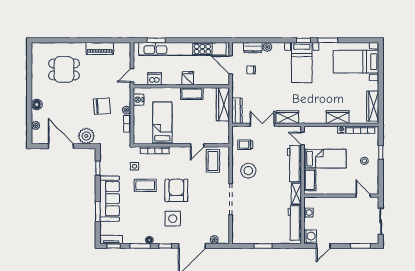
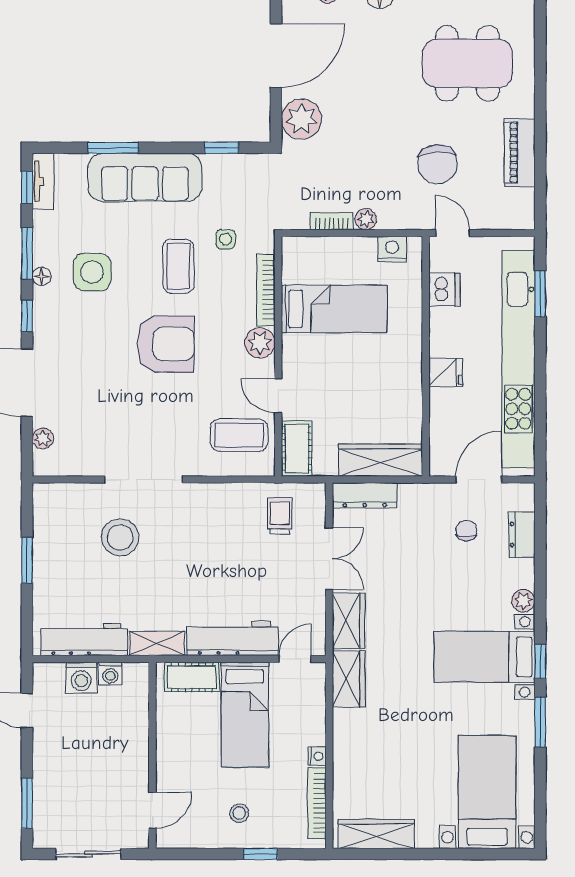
plant: (267, 47) -> (523, 601), moved
dining table: (64, 69) -> (467, 63), width x1.38
cot: (192, 94) -> (297, 448), moved
chair: (102, 106) -> (437, 164), moved
wardrobe: (338, 117) -> (349, 679), moved
plant: (176, 153) -> (260, 343), added
stool: (248, 171) -> (120, 537), moved
side table: (173, 219) -> (92, 272), moved
washing machine: (310, 236) -> (81, 678), moved

